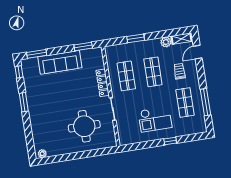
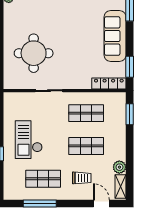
window: (136, 38) -> (130, 114), moved
locker: (103, 83) -> (109, 83), moved

